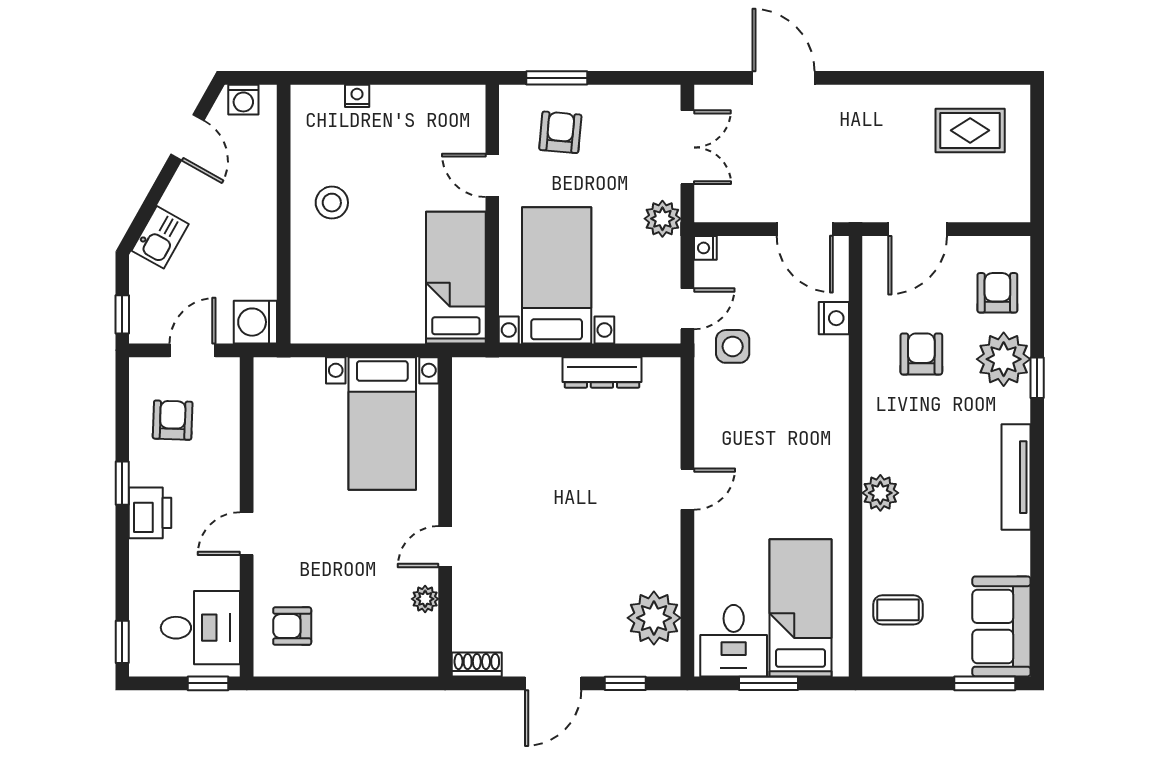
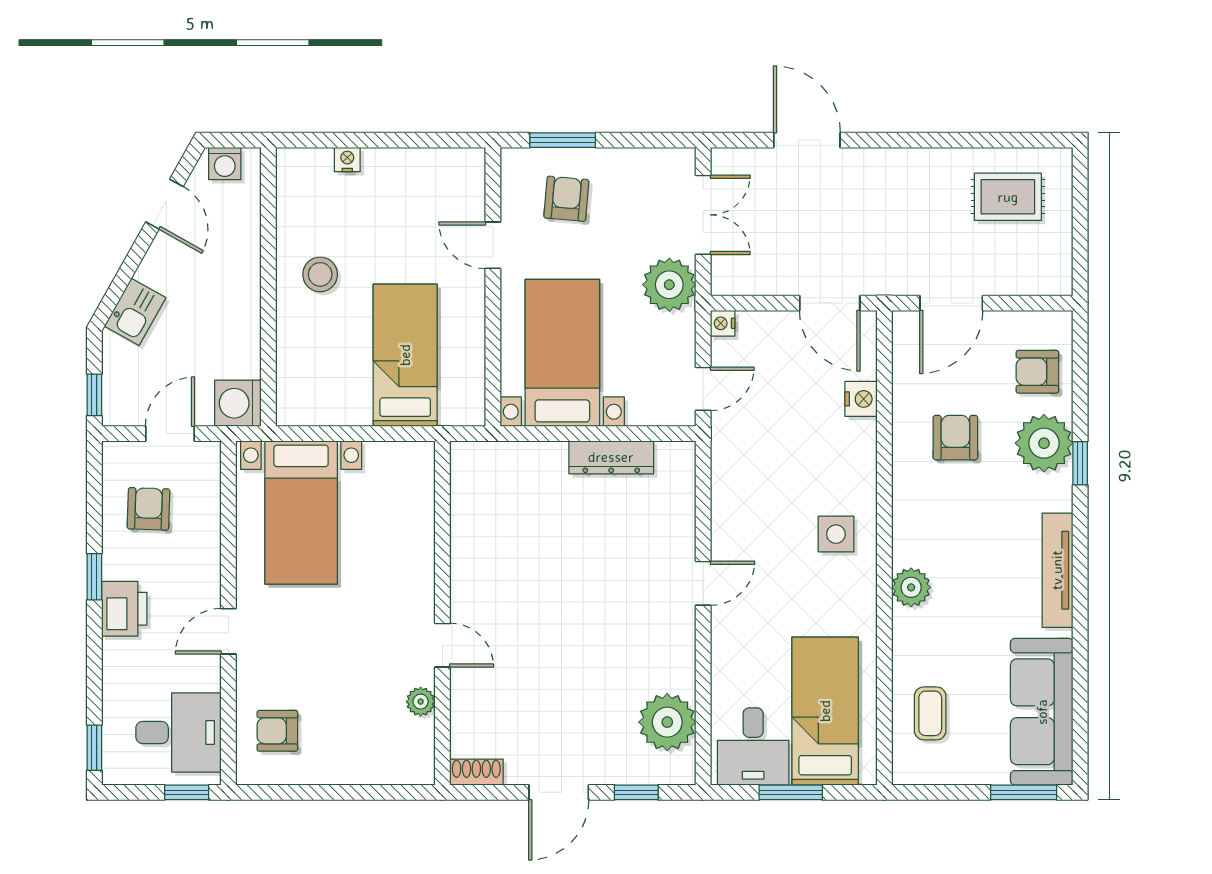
plant: (662, 219) -> (669, 285), width x1.36, depth x1.36
bed: (456, 278) -> (405, 355), moved
armchair: (997, 293) -> (1037, 372), turned -90
side table: (733, 346) -> (836, 534), moved
bed with nightstands: (382, 423) -> (301, 512), moved
door: (445, 547) -> (442, 645), swing flipped
coffee table: (898, 610) -> (930, 713), turned 90
sofa: (1001, 626) -> (1042, 712), width x1.36

